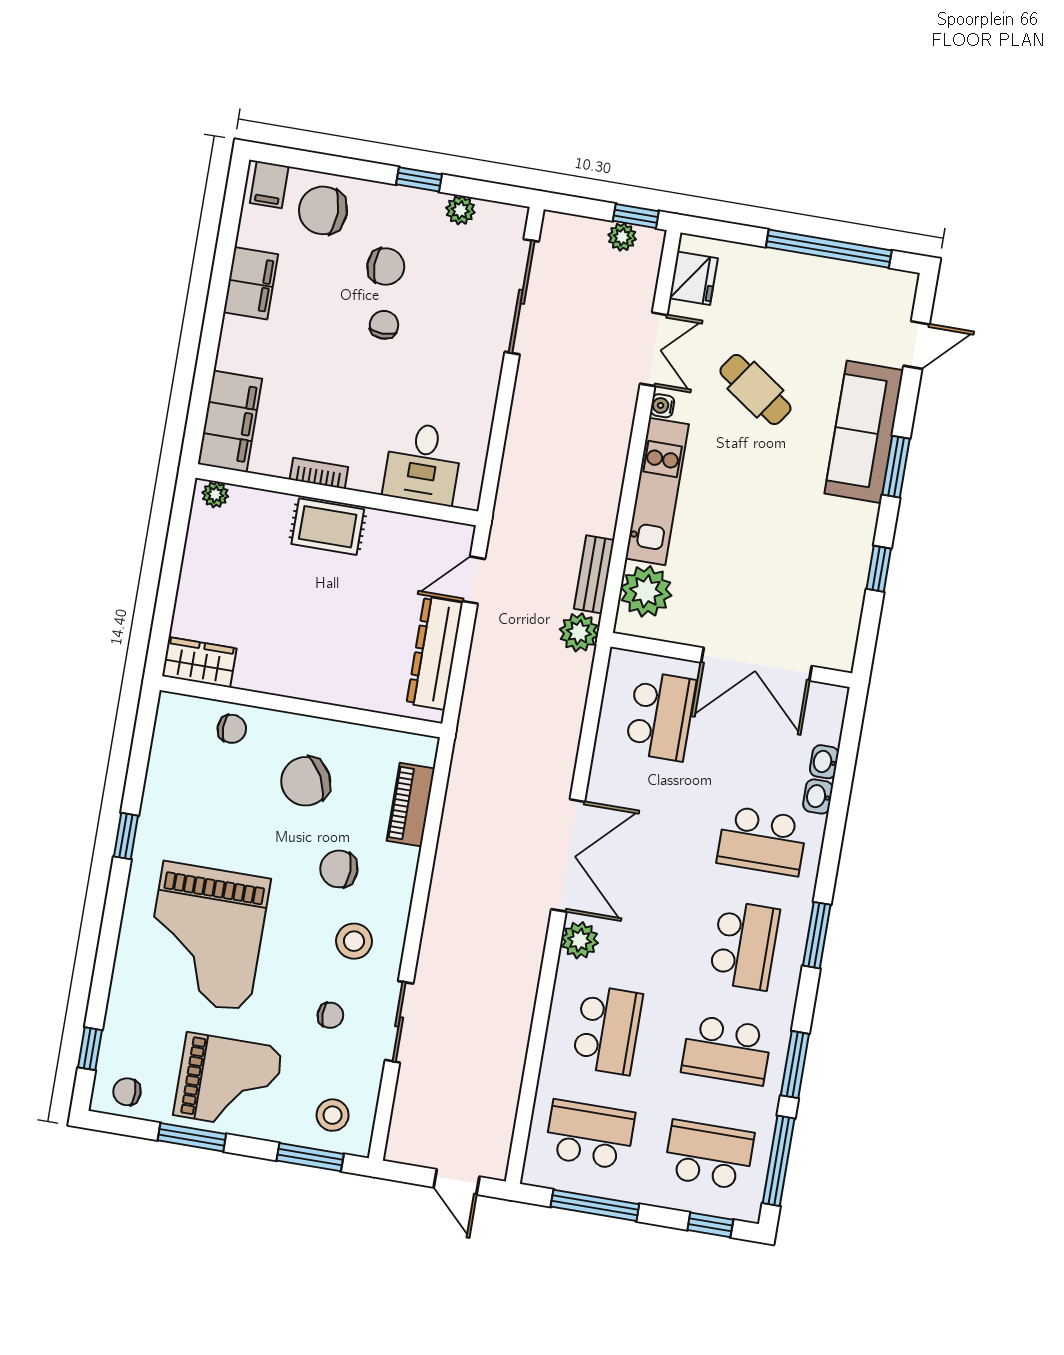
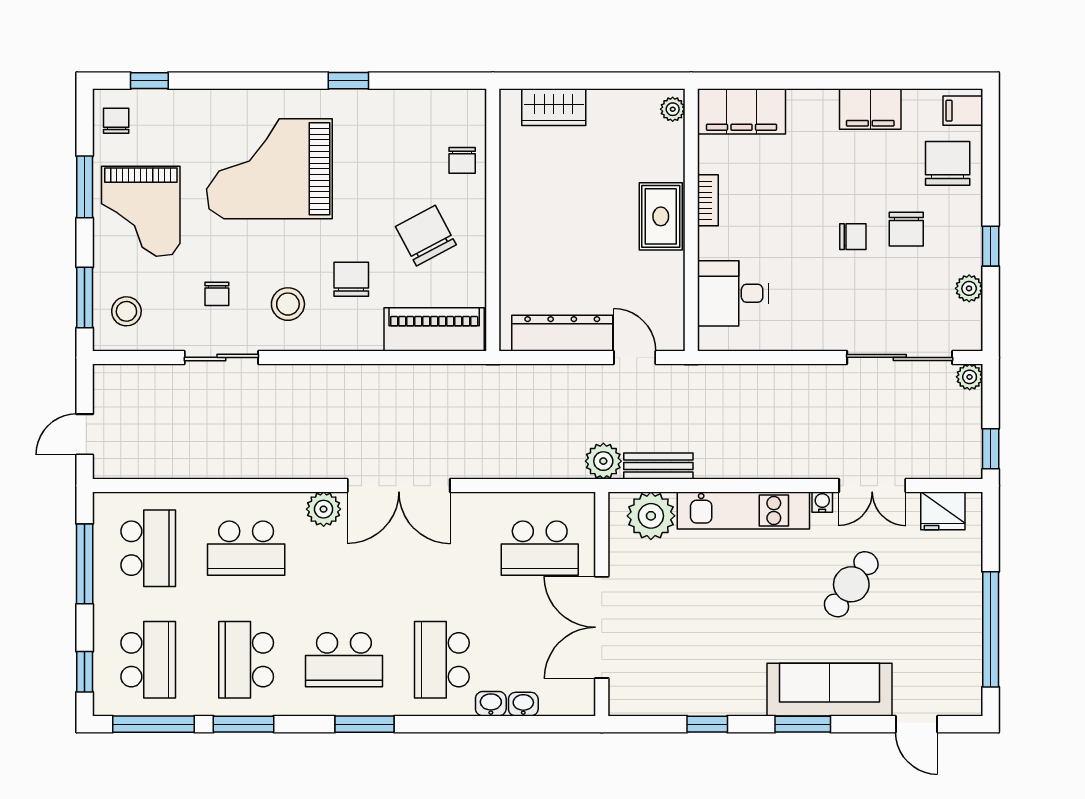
plant: (622, 237) -> (970, 377), moved
wardrobe: (199, 662) -> (554, 107), moved, turned 90
piano: (411, 805) -> (434, 329), width x1.37, depth x1.33

